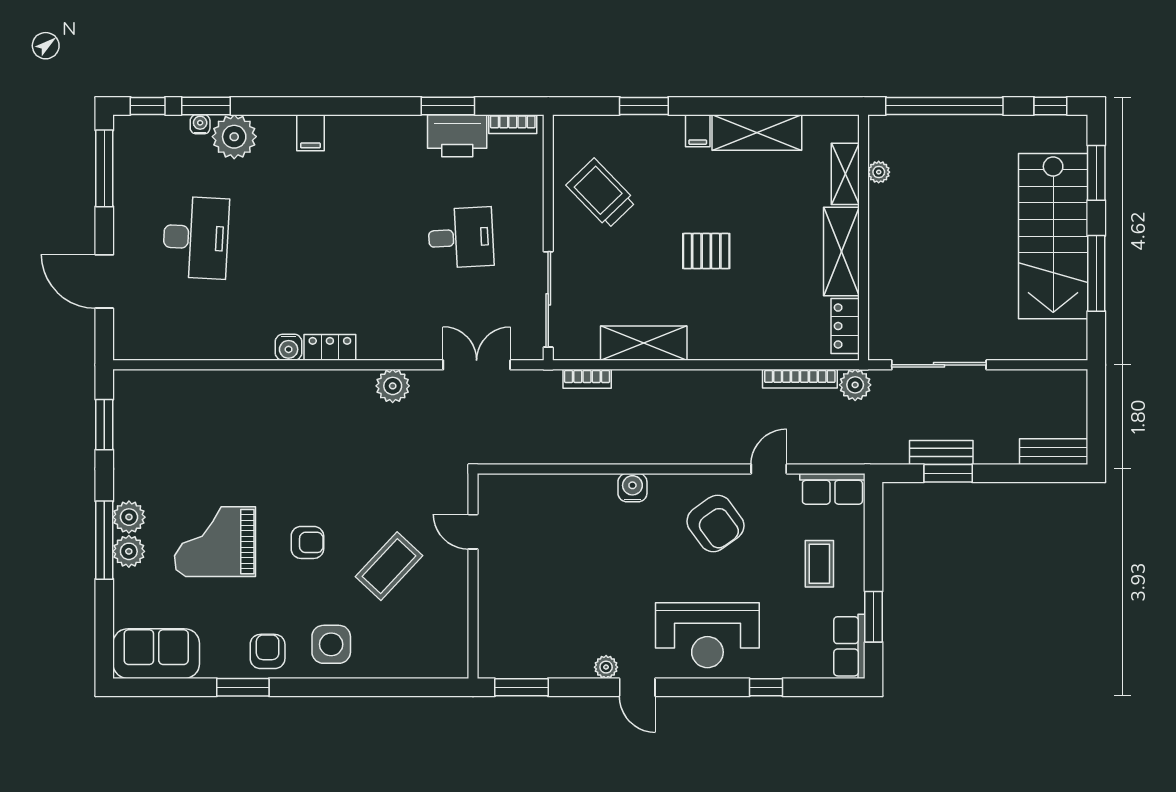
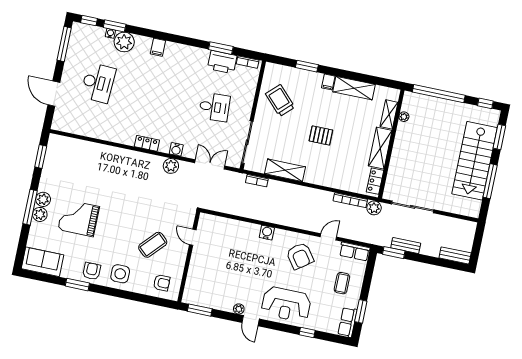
water cooler: (289, 347) -> (176, 149), moved
window: (948, 473) -> (394, 253), moved
armchair: (307, 542) -> (162, 283), moved

